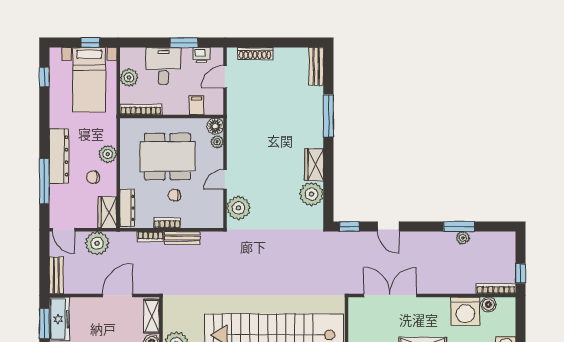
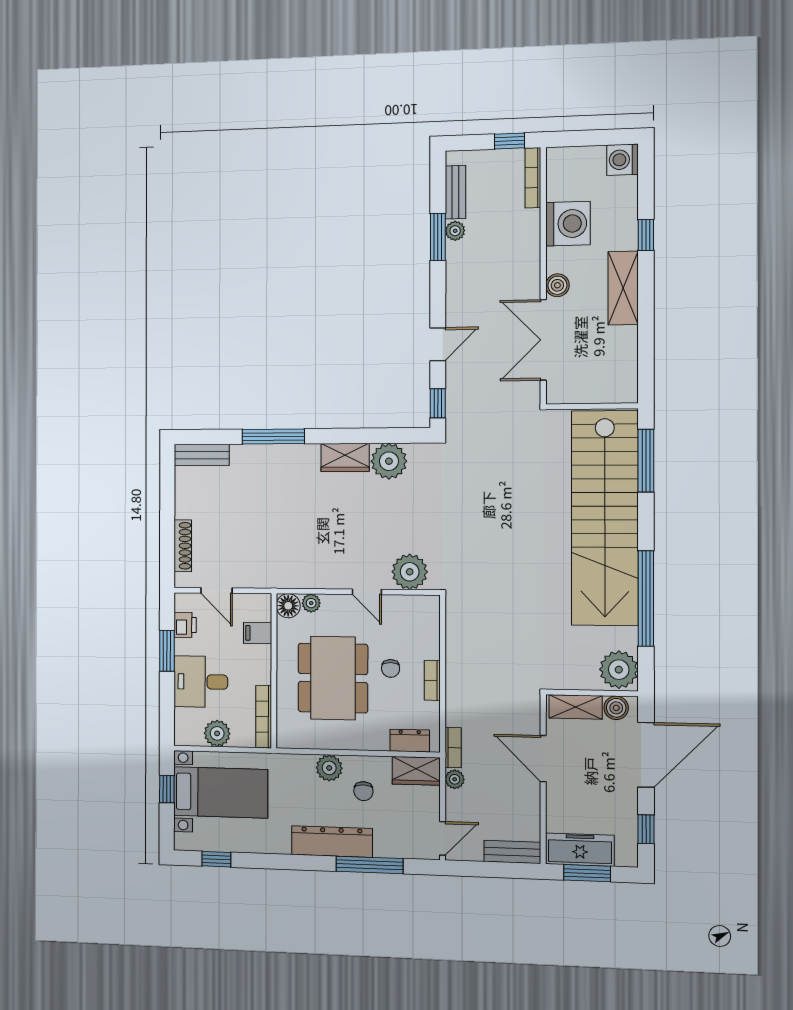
dresser: (127, 208) -> (410, 741), width x0.70
bookcase: (150, 237) -> (453, 748), moved
bench: (182, 238) -> (455, 192), moved
plant: (97, 243) -> (455, 779), width x0.53, depth x0.53
boiler: (488, 305) -> (557, 285), moved

